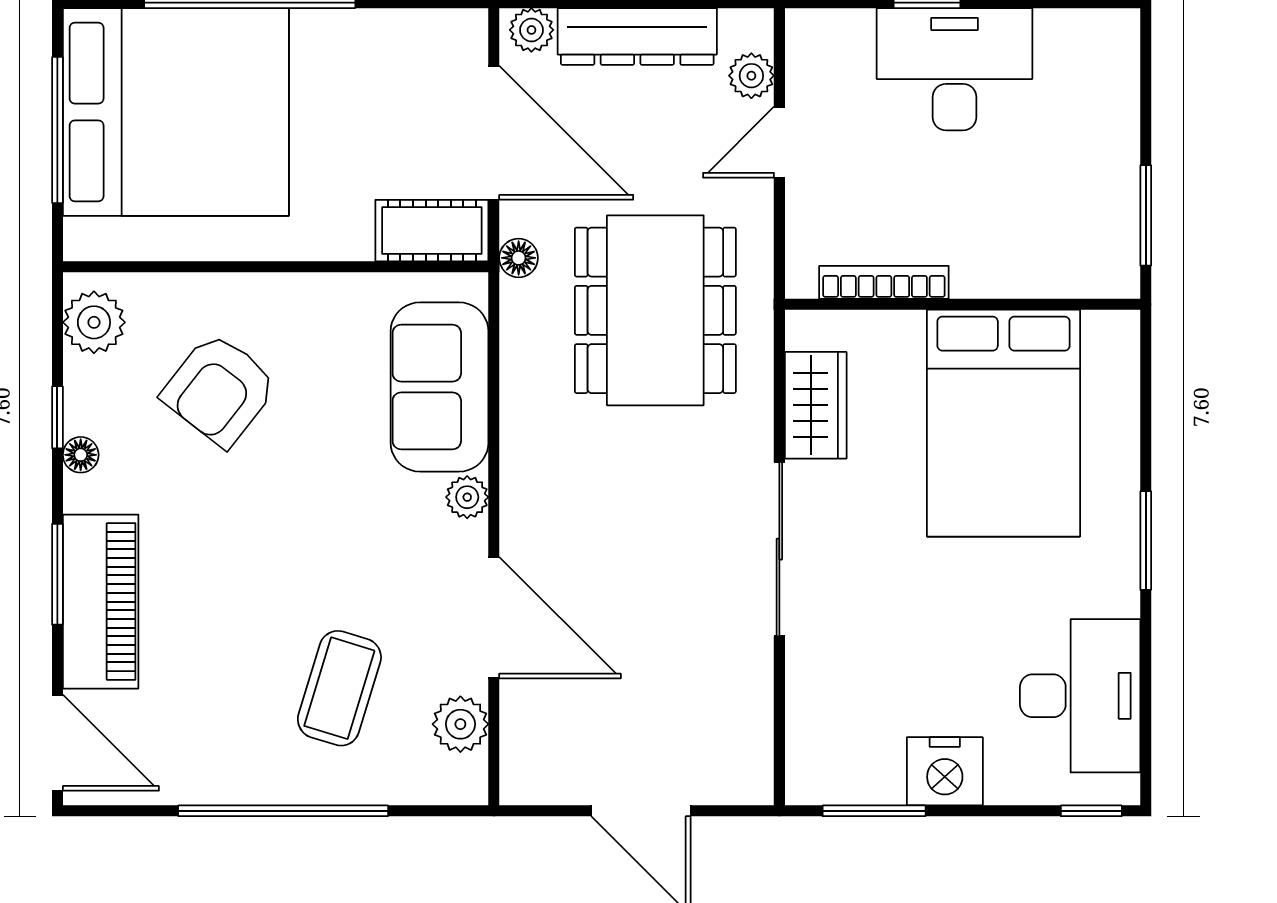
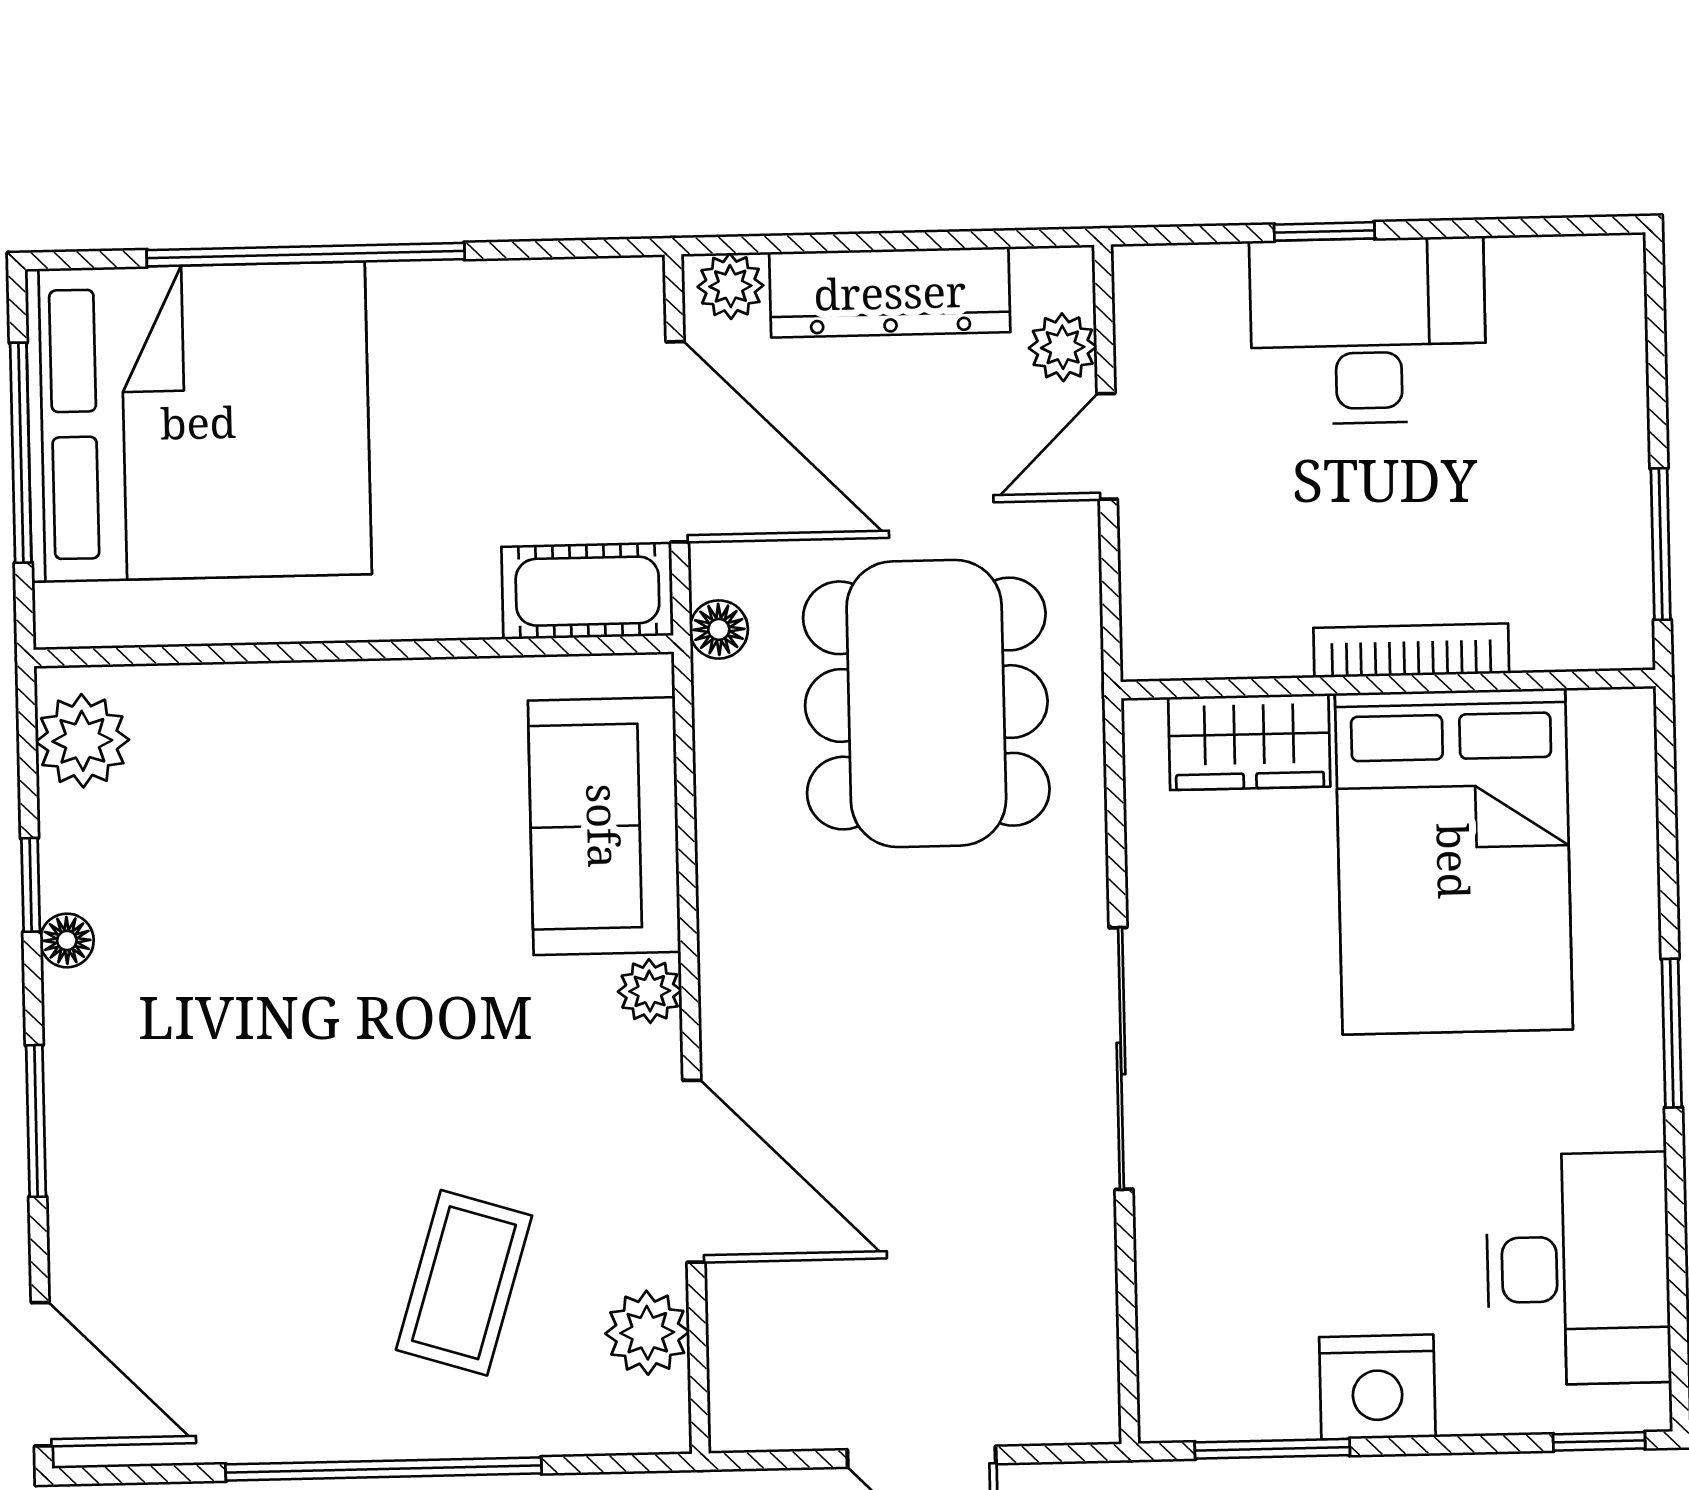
bookcase: (884, 282) -> (1411, 650), moved
armchair: (220, 390) -> (274, 838), removed
wardrobe: (816, 405) -> (1249, 742), moved, turned 90
piano: (101, 602) -> (102, 1160), removed

